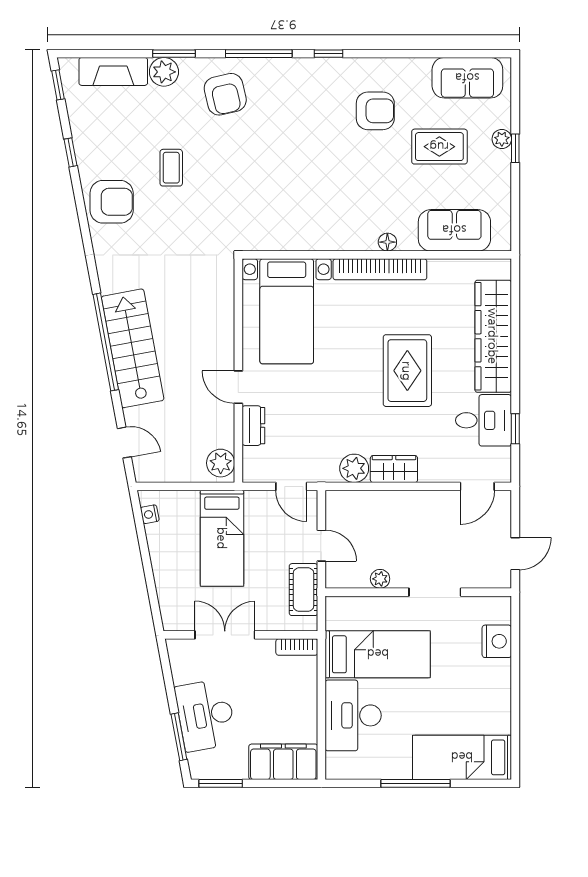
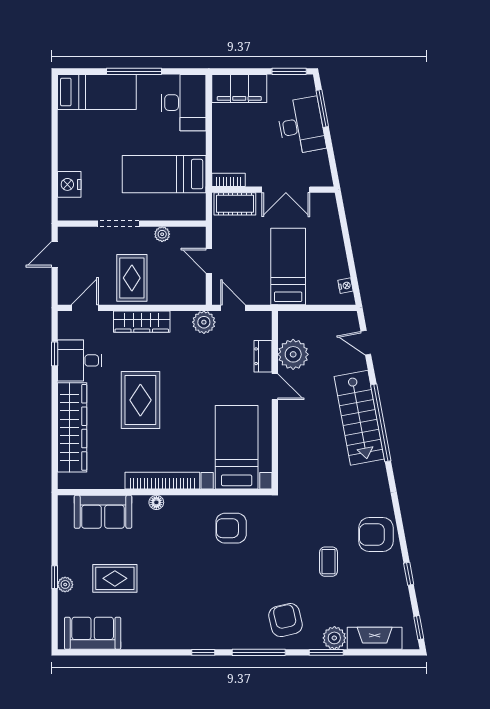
armchair: (375, 111) -> (231, 528), moved
plant: (221, 463) -> (293, 354), moved, width x1.36, depth x1.36
plant: (354, 468) -> (204, 322), moved
wardrobe: (394, 469) -> (142, 322), width x1.50
rug: (418, 524) -> (132, 278), added
cot: (304, 590) -> (235, 204), moved, turned 90
desk: (353, 715) -> (184, 103), moved

